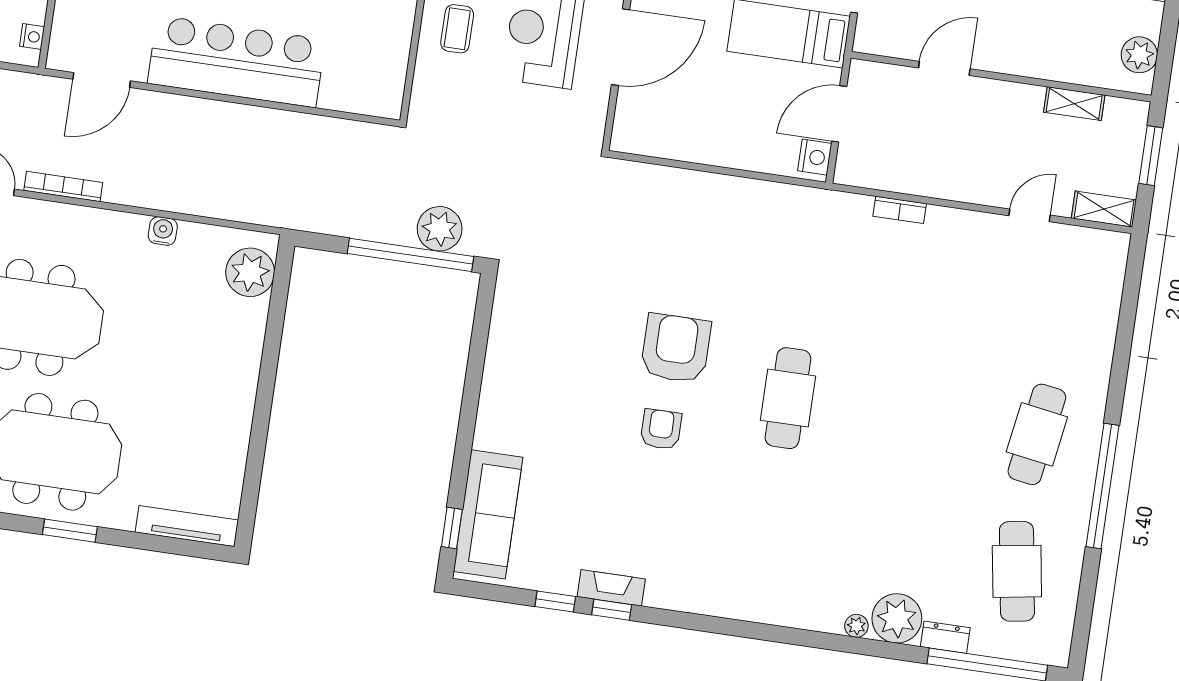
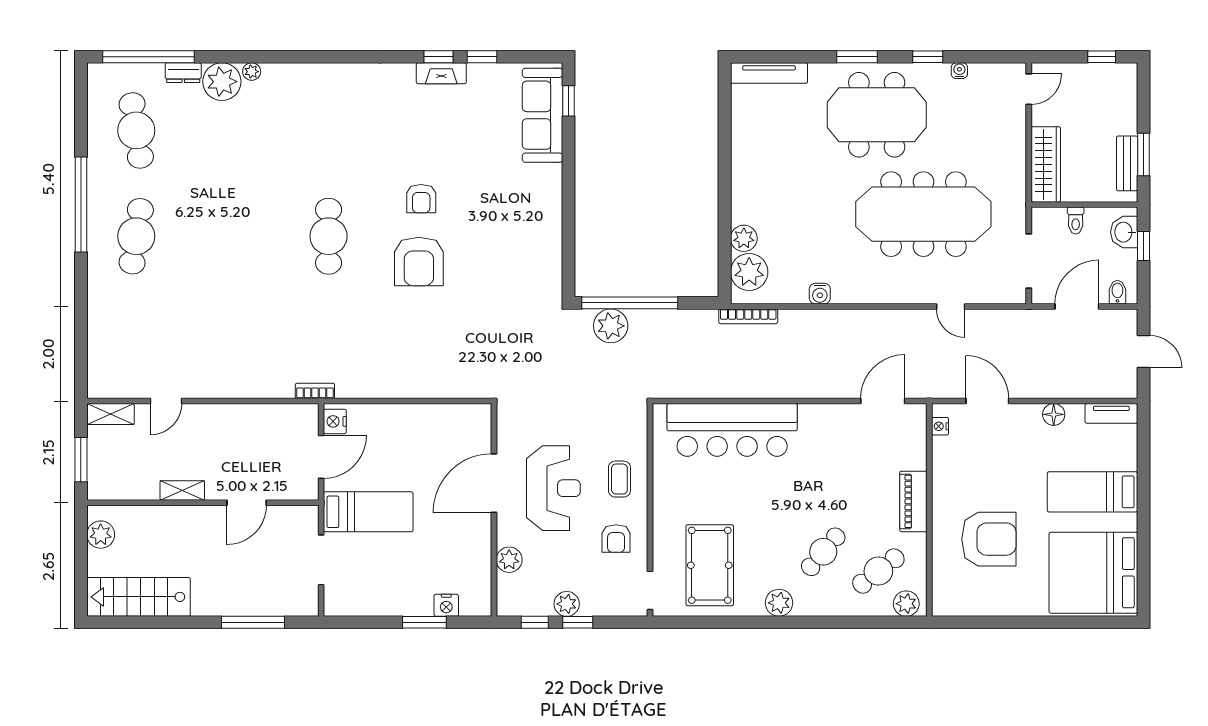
bar counter: (236, 61) -> (732, 430), moved
shelving: (1074, 104) -> (182, 490), moved
bookcase: (63, 186) -> (748, 316), moved
bookcase: (900, 210) -> (315, 391), moved
plant: (251, 317) -> (744, 238), added

